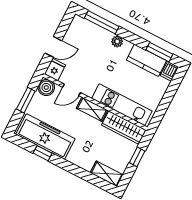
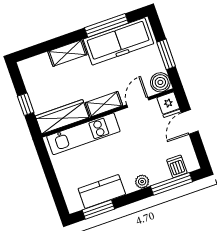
dishwasher: (169, 71) -> (177, 166), moved
window: (43, 153) -> (106, 25), width x2.17
shelving: (107, 174) -> (67, 53), moved

